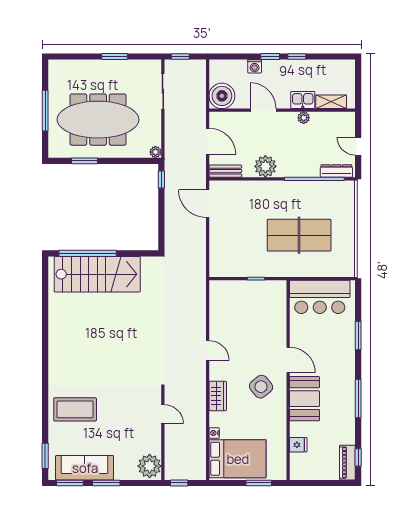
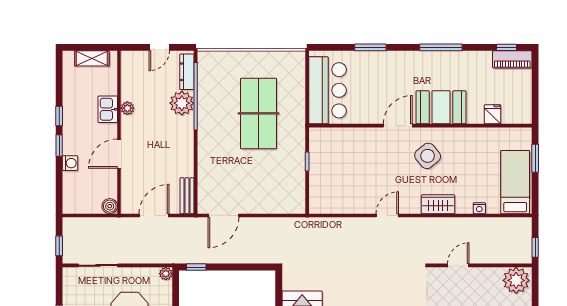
boiler: (222, 96) -> (110, 206), width x0.54, depth x0.54
shelving: (331, 102) -> (92, 58), moved, turned 90
plant: (265, 166) -> (182, 103), moved
bed: (238, 459) -> (515, 182), width x0.67

